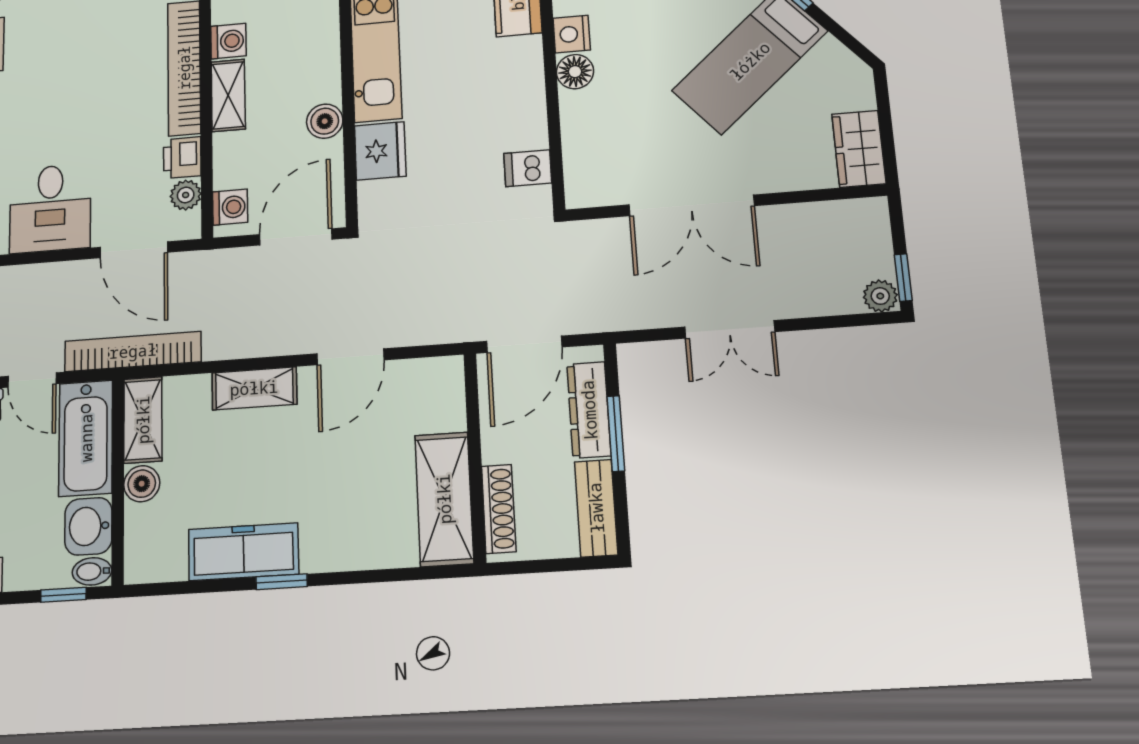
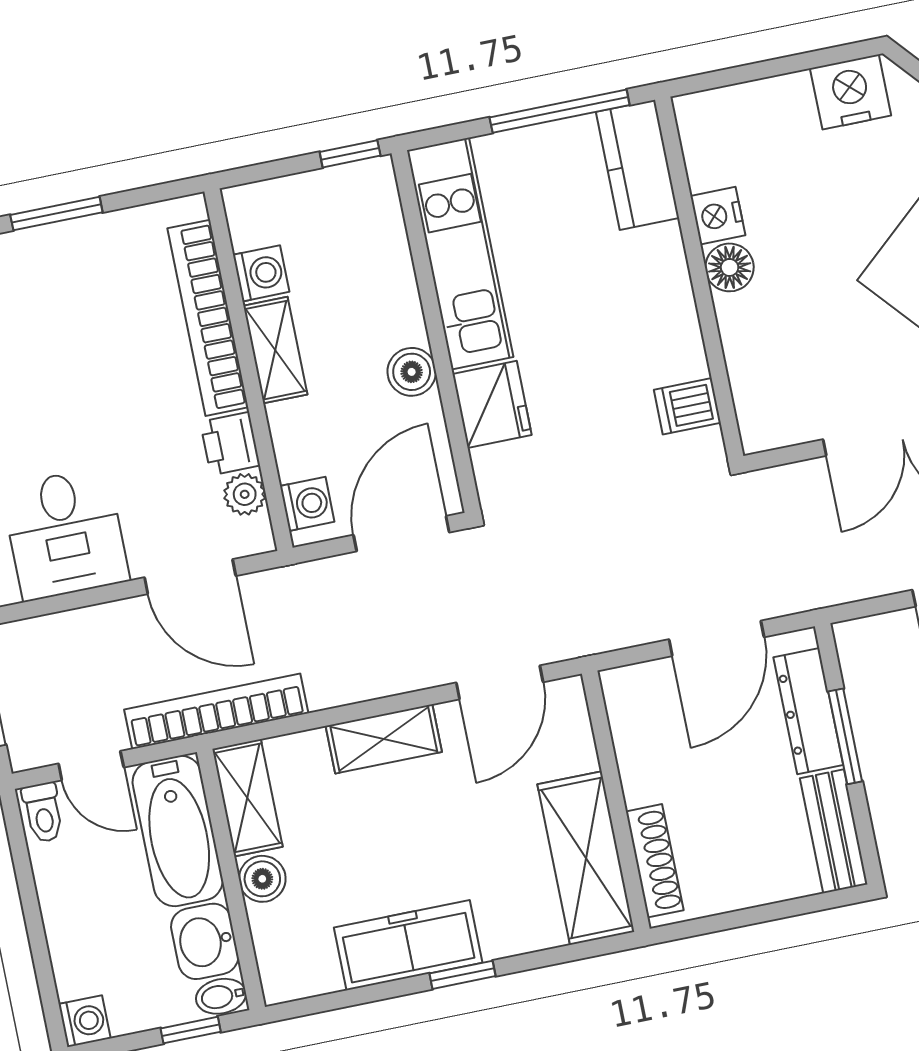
wall: (475, 457) -> (616, 801), moved
shelving: (444, 499) -> (586, 858), moved
shoe rack: (499, 509) -> (655, 861), moved

